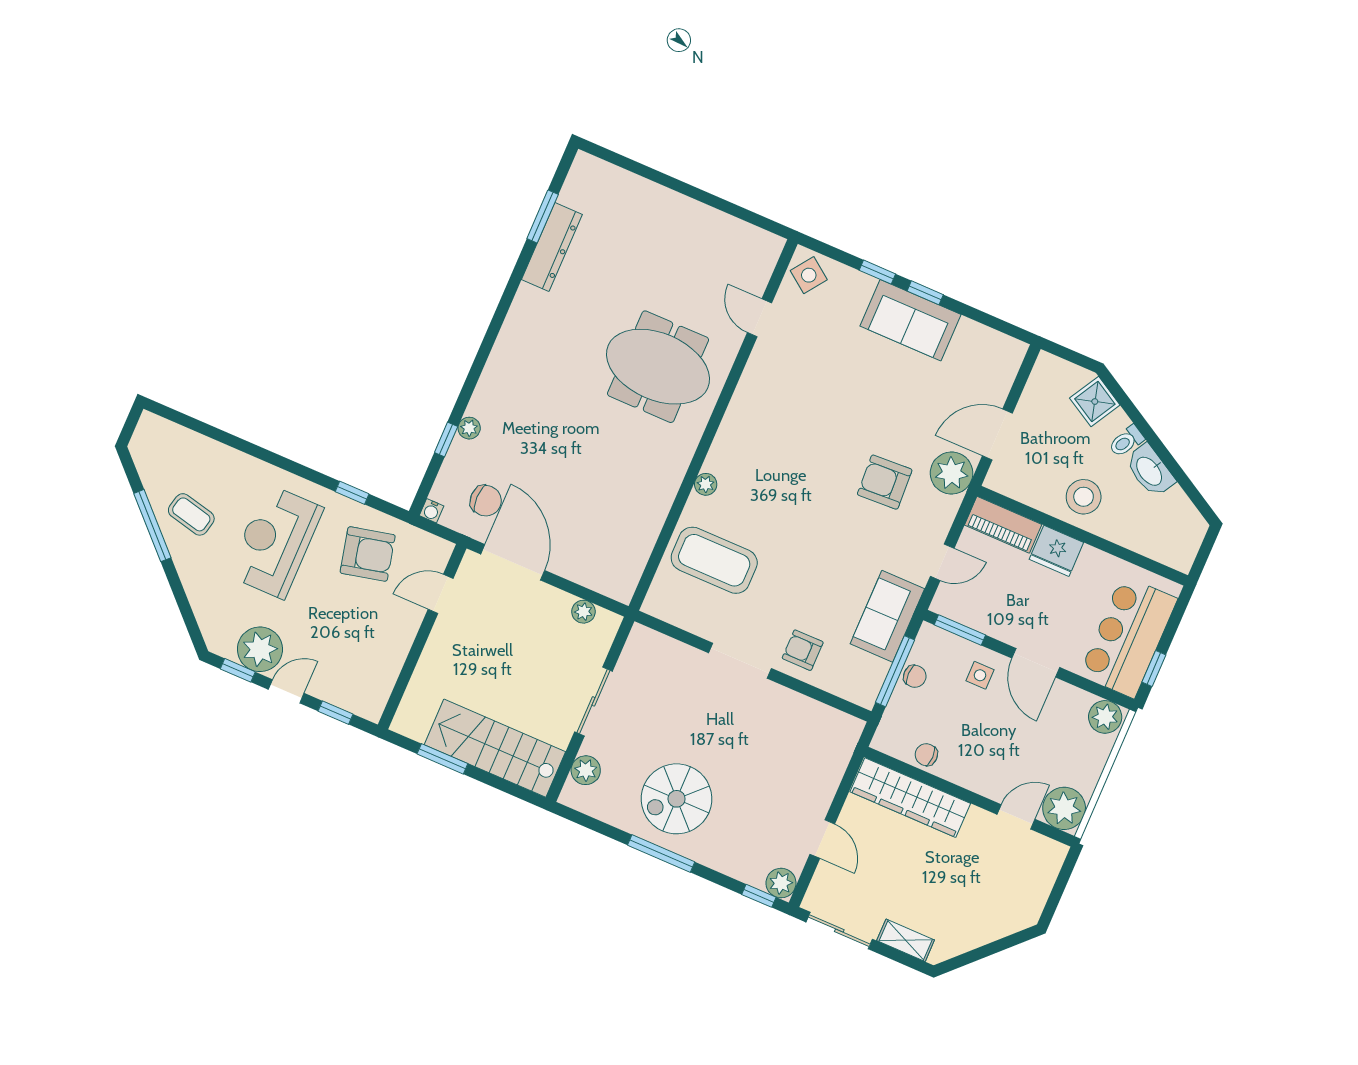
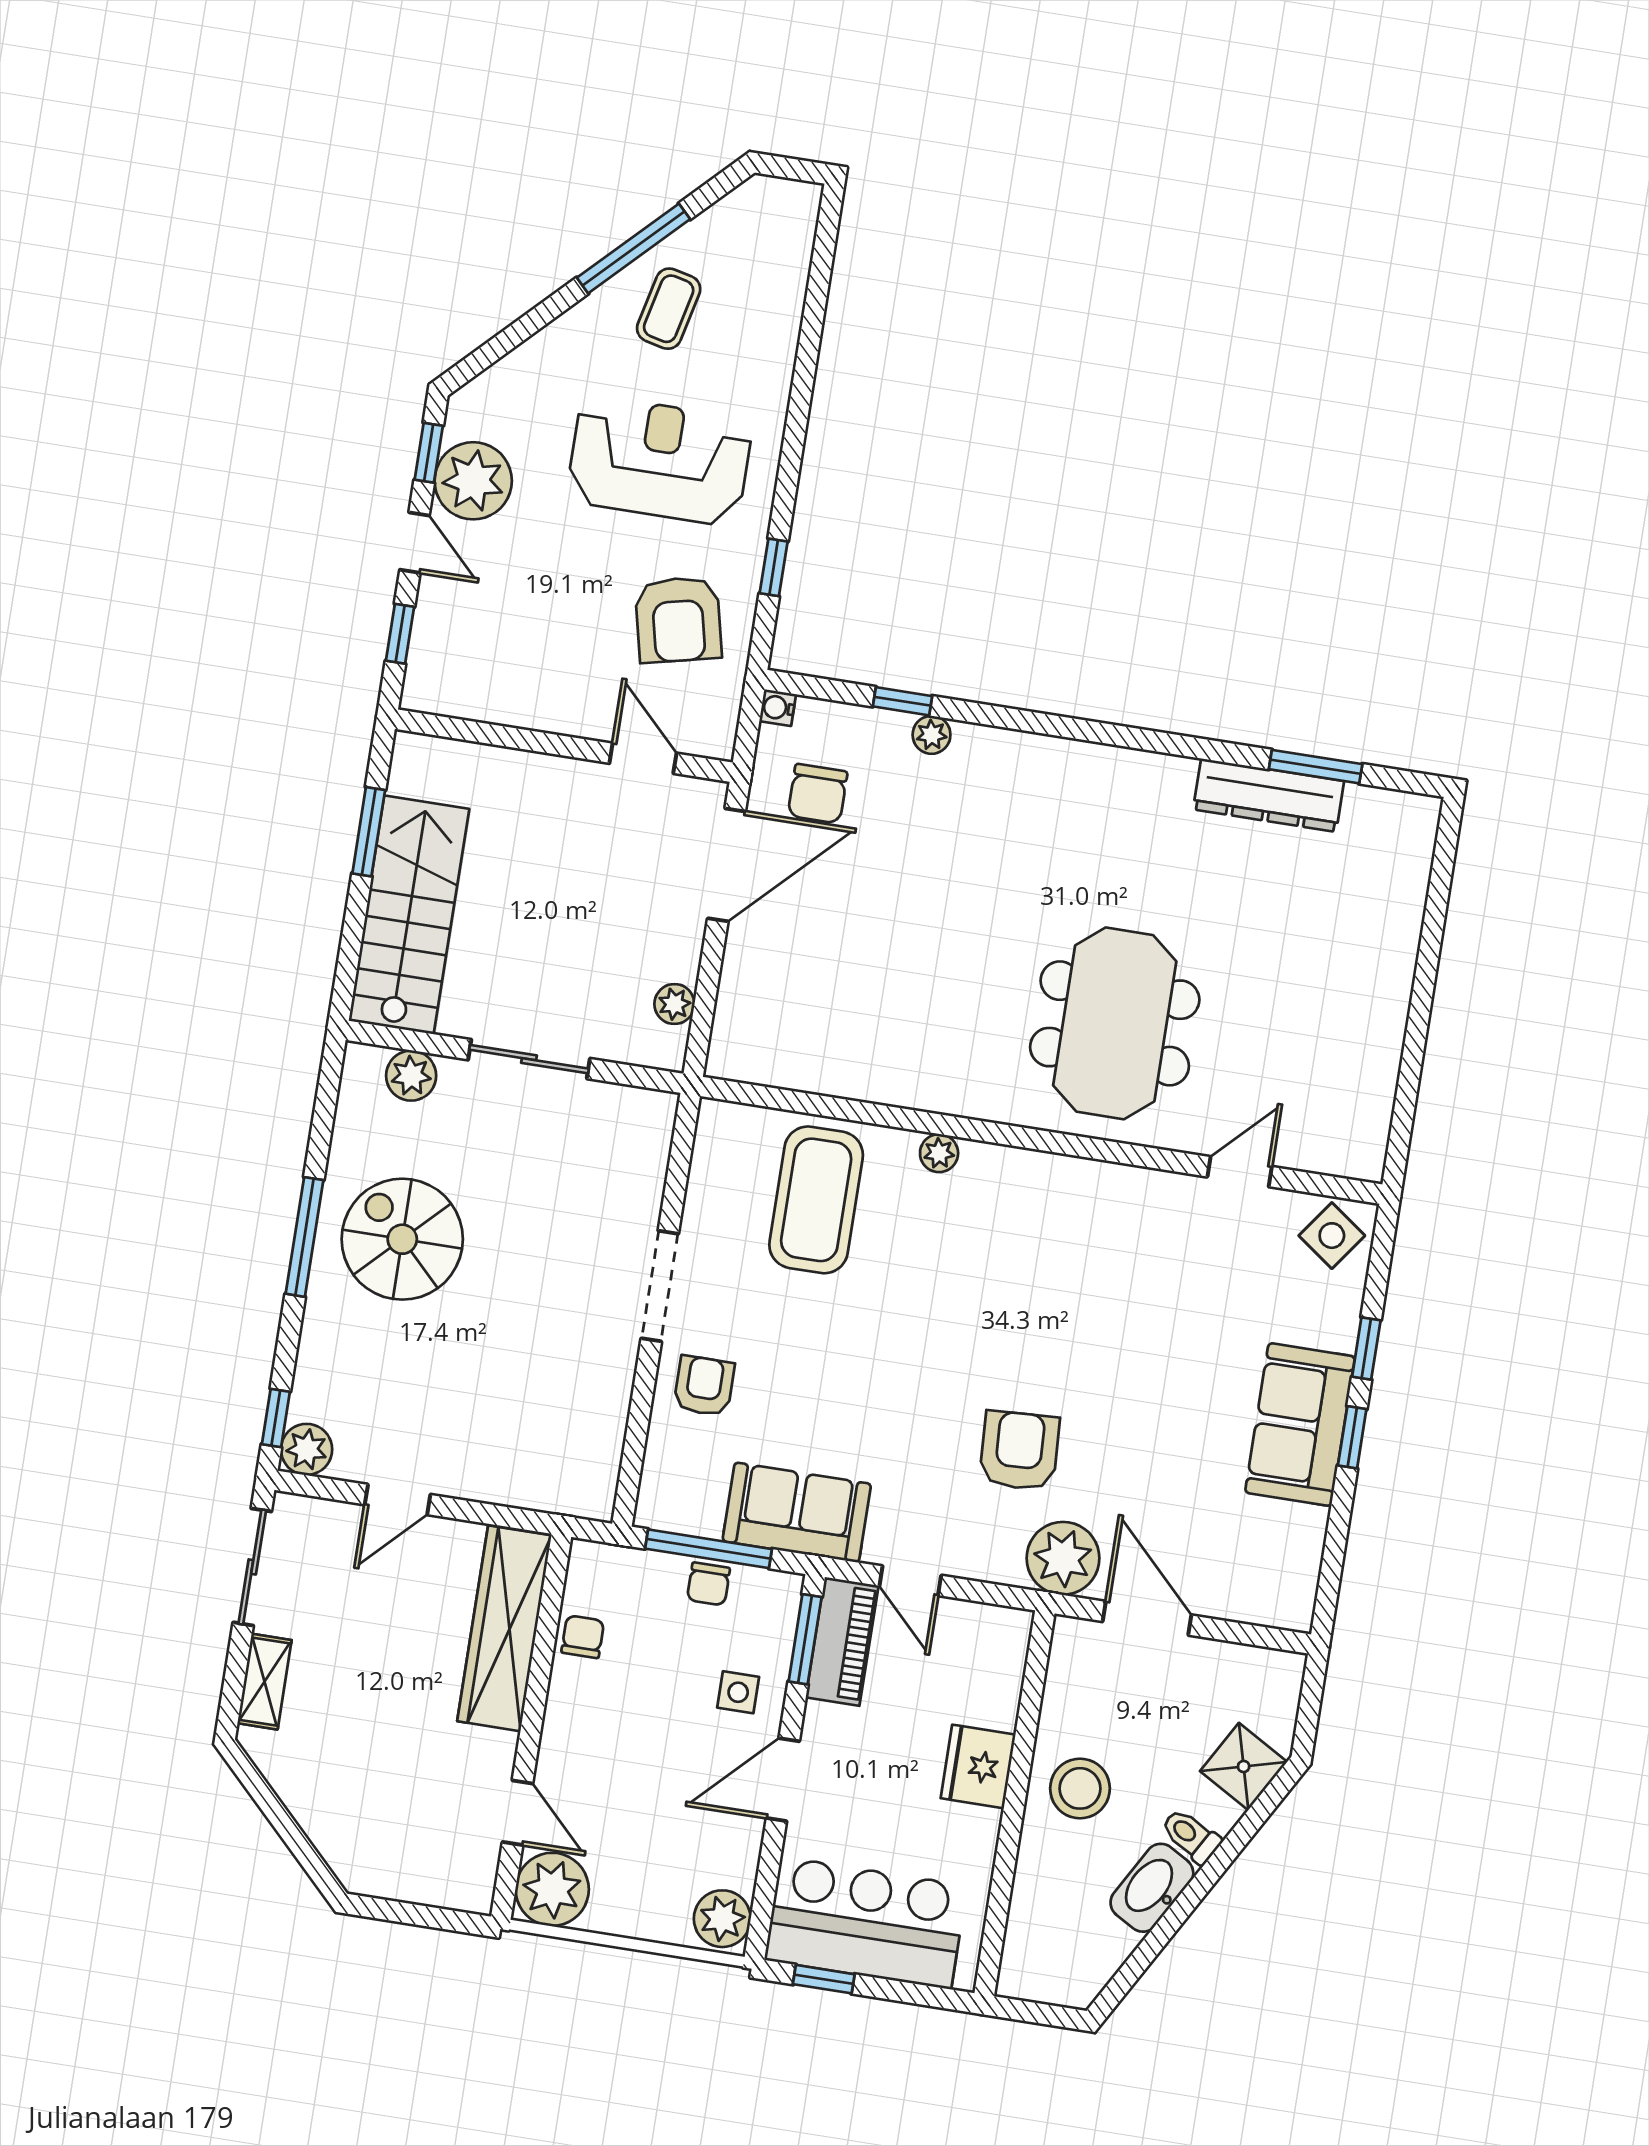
piano: (1003, 525) -> (842, 1641), moved, turned 180

